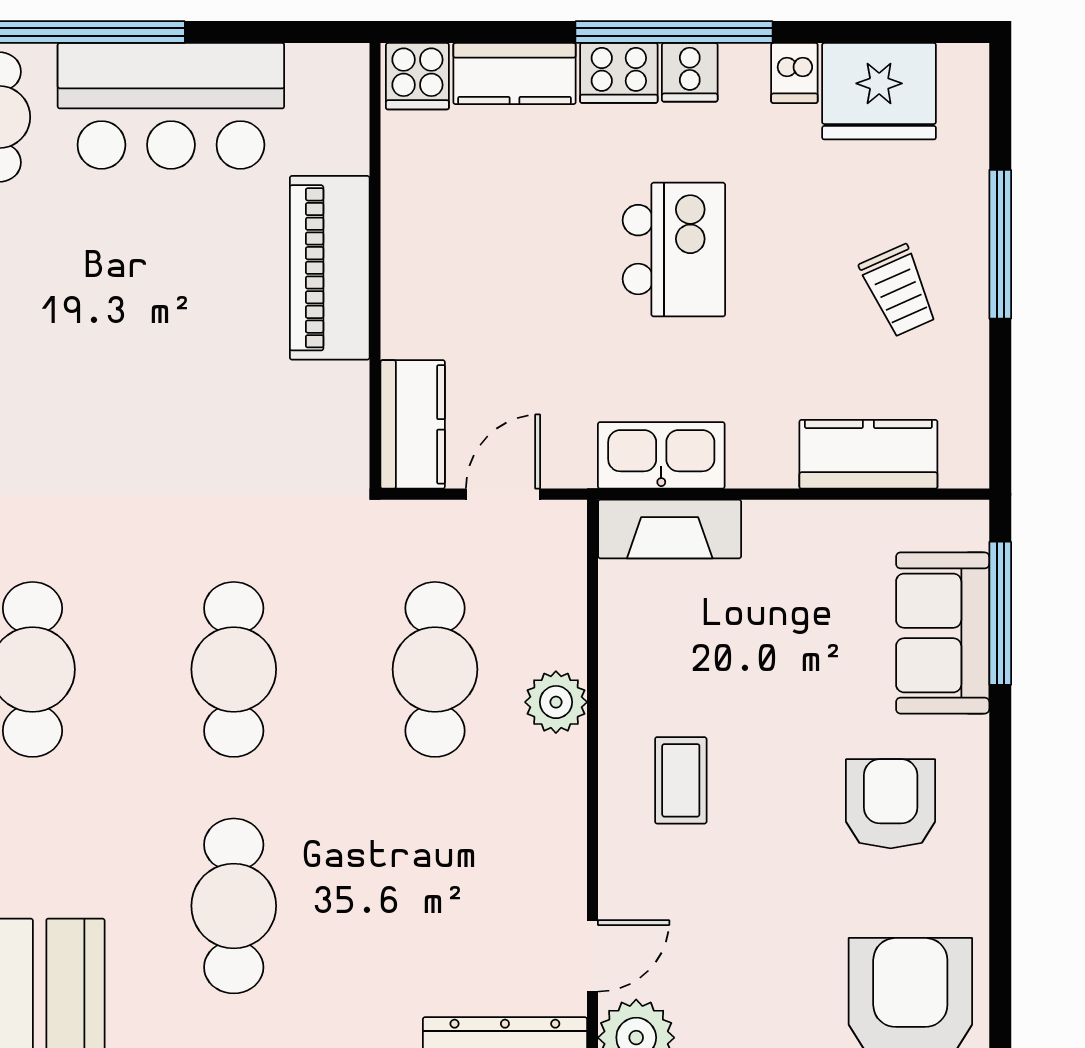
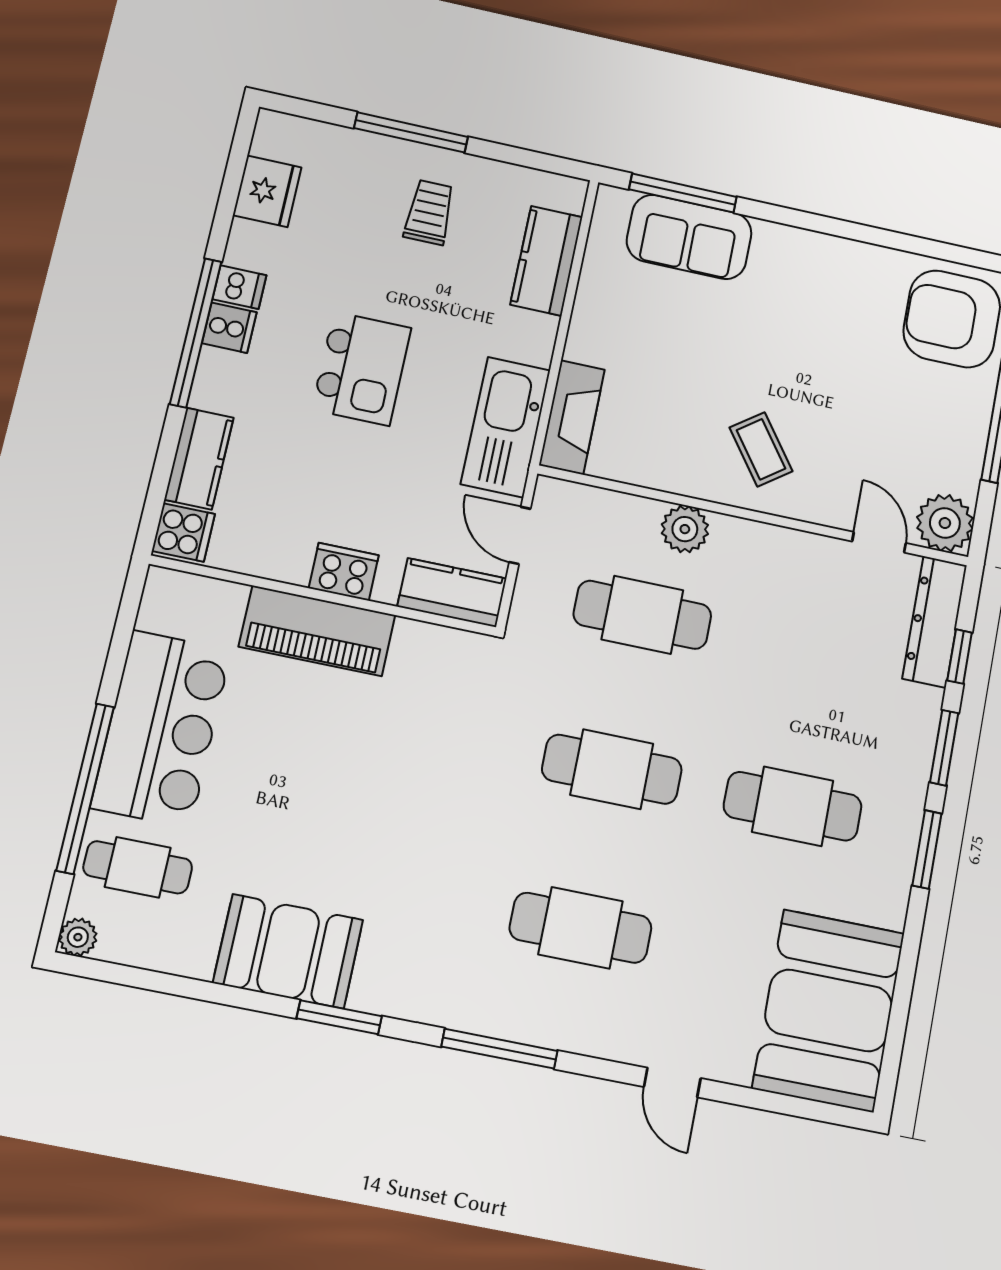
cooker: (619, 73) -> (344, 572), moved, turned -90
dishwasher: (794, 73) -> (240, 287), moved
fridge: (879, 91) -> (267, 191), width x0.73, depth x0.75
kitchen island: (674, 250) -> (362, 369), turned 90
trolley: (899, 291) -> (429, 212), turned -66
kitchen sink: (661, 455) -> (506, 427), width x1.36, depth x1.24
coffee table: (681, 780) -> (761, 449), turned 54
armchair: (891, 804) -> (807, 302), removed

